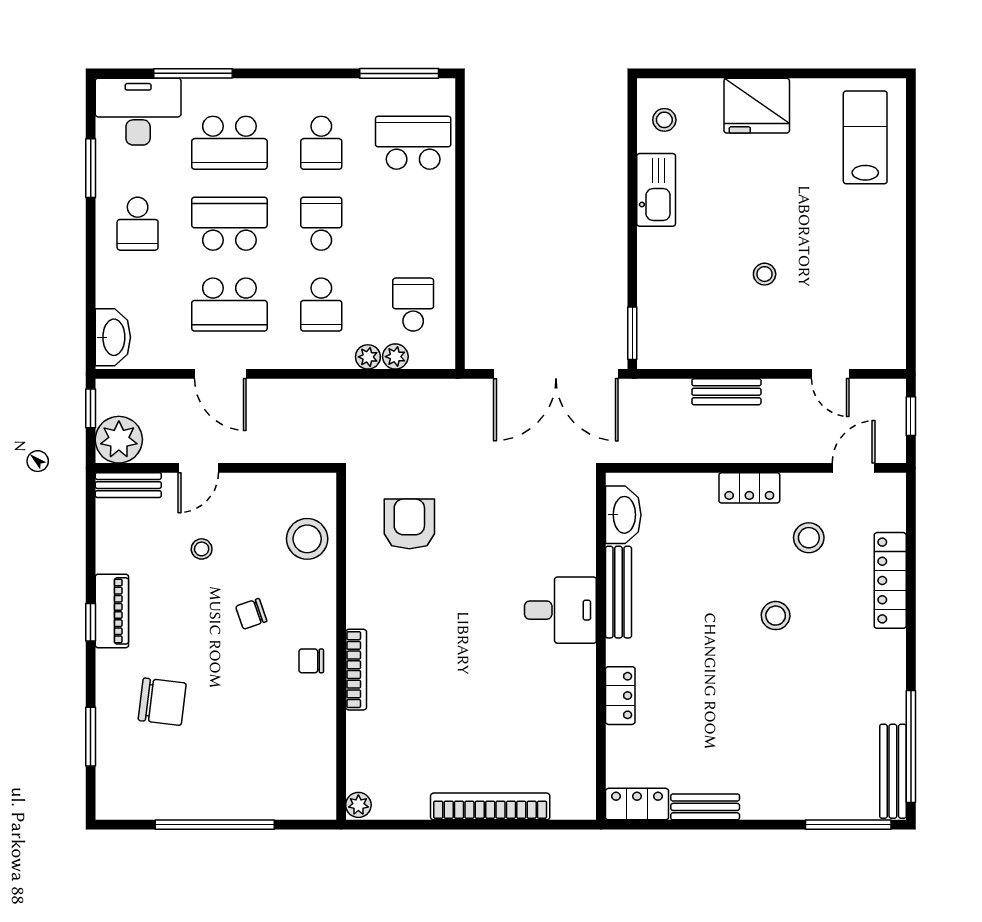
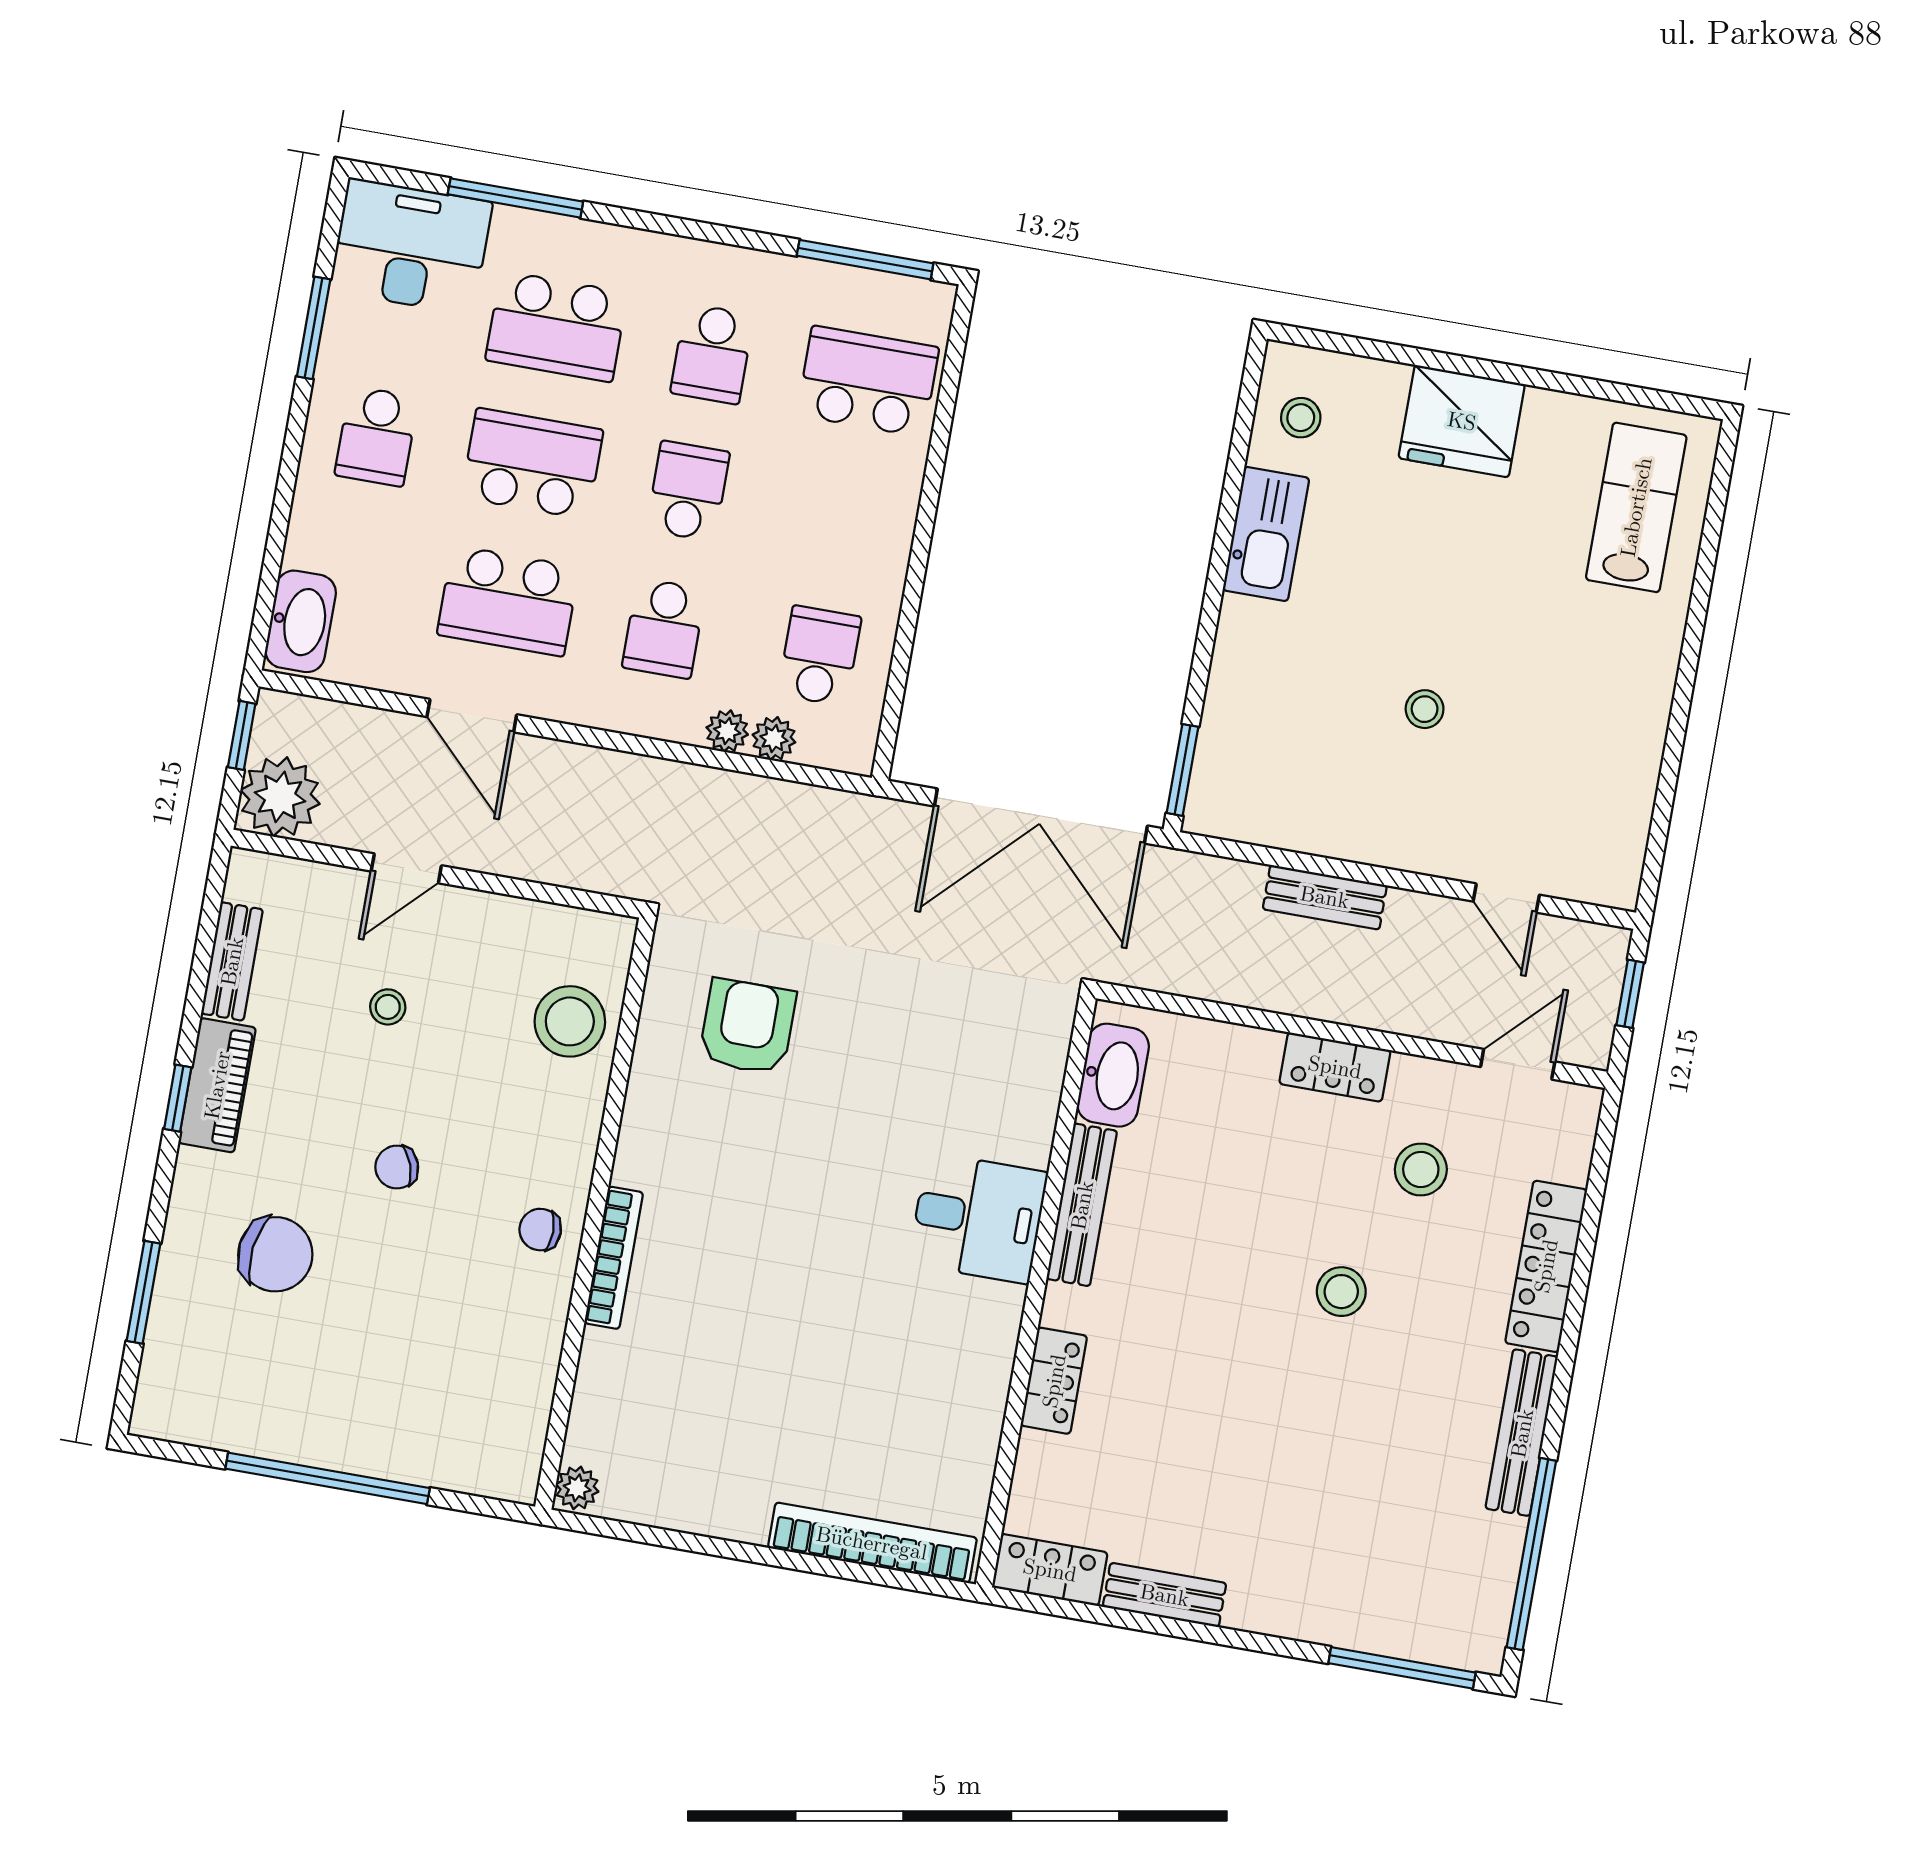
bench: (128, 485) -> (232, 961), moved, turned 90
chair: (251, 614) -> (397, 1167), moved
bench: (893, 771) -> (1522, 1433), moved
bookcase: (490, 806) -> (872, 1543), moved

